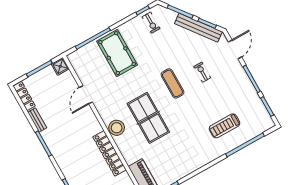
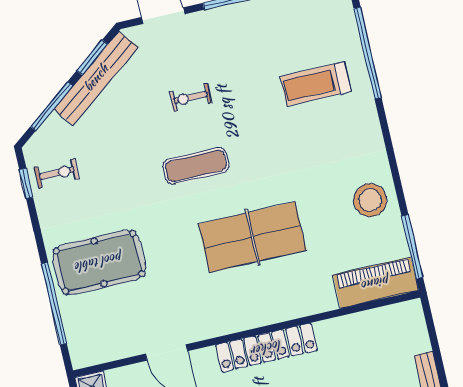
treadmill: (225, 126) -> (316, 84), turned 90
stool: (117, 128) -> (370, 200), moved
locker: (109, 153) -> (267, 348), moved

